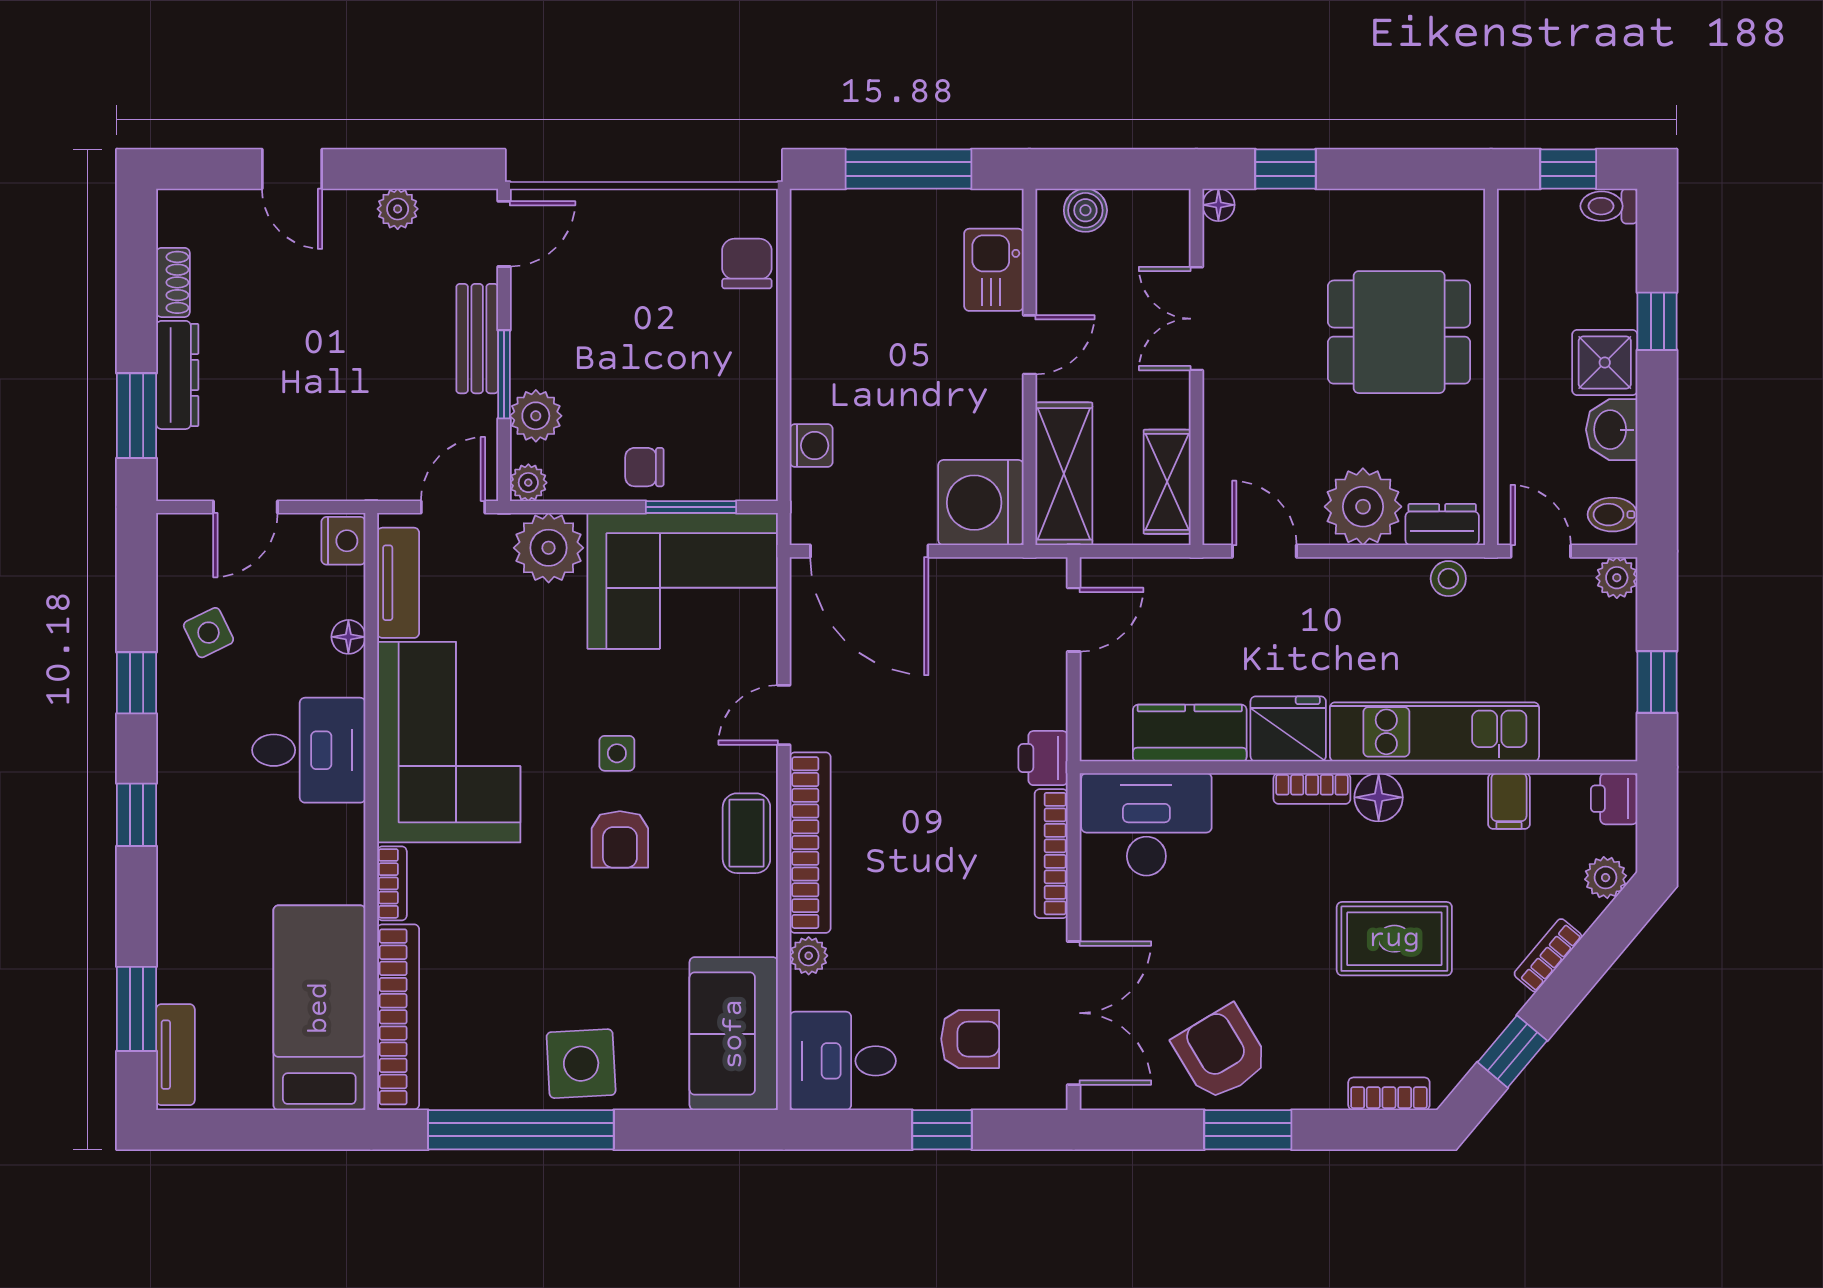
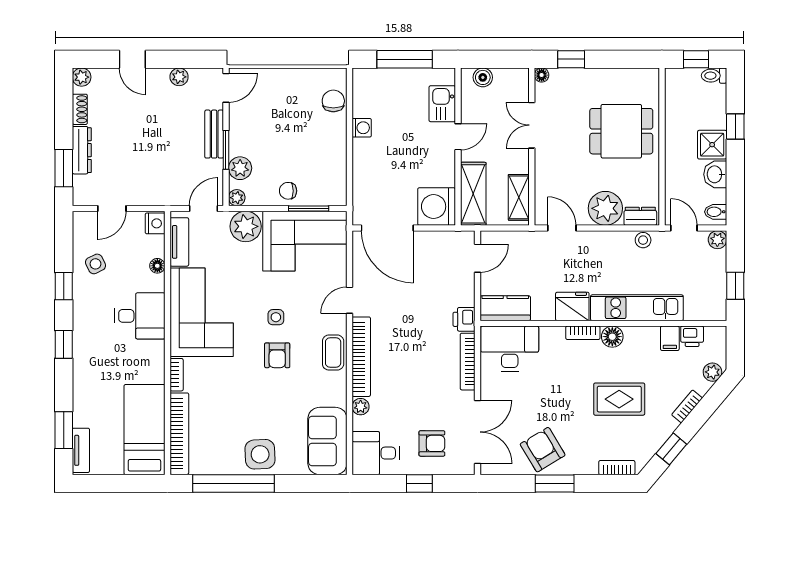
plant: (177, 210) -> (82, 77), added
washing machine: (811, 446) -> (362, 128), moved
kitchen counter: (1190, 733) -> (505, 308), moved
printer: (1614, 799) -> (692, 336), moved, turned -90

